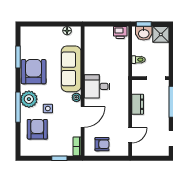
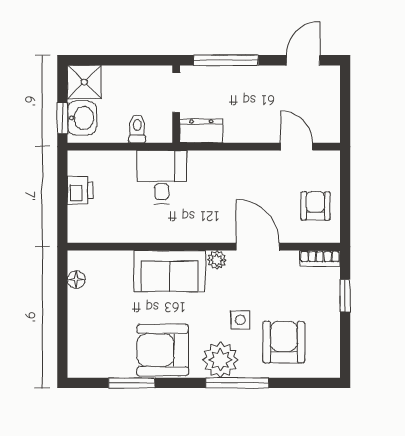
printer: (120, 33) -> (80, 190), moved
sofa: (71, 69) -> (170, 271), width x0.73
desk: (97, 86) -> (162, 177), moved, turned 180
dresser: (138, 104) -> (201, 131), moved
armchair: (37, 129) -> (284, 342), turned 90

